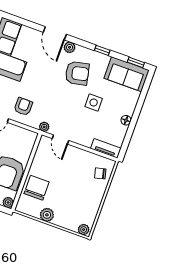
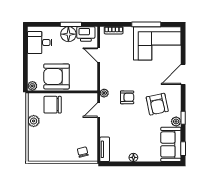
plant: (70, 47) -> (176, 121), moved
side table: (94, 102) -> (138, 126), removed
armchair: (23, 107) -> (127, 97), moved
chair: (37, 188) -> (53, 105), turned 180
plant: (84, 230) -> (32, 155), removed

